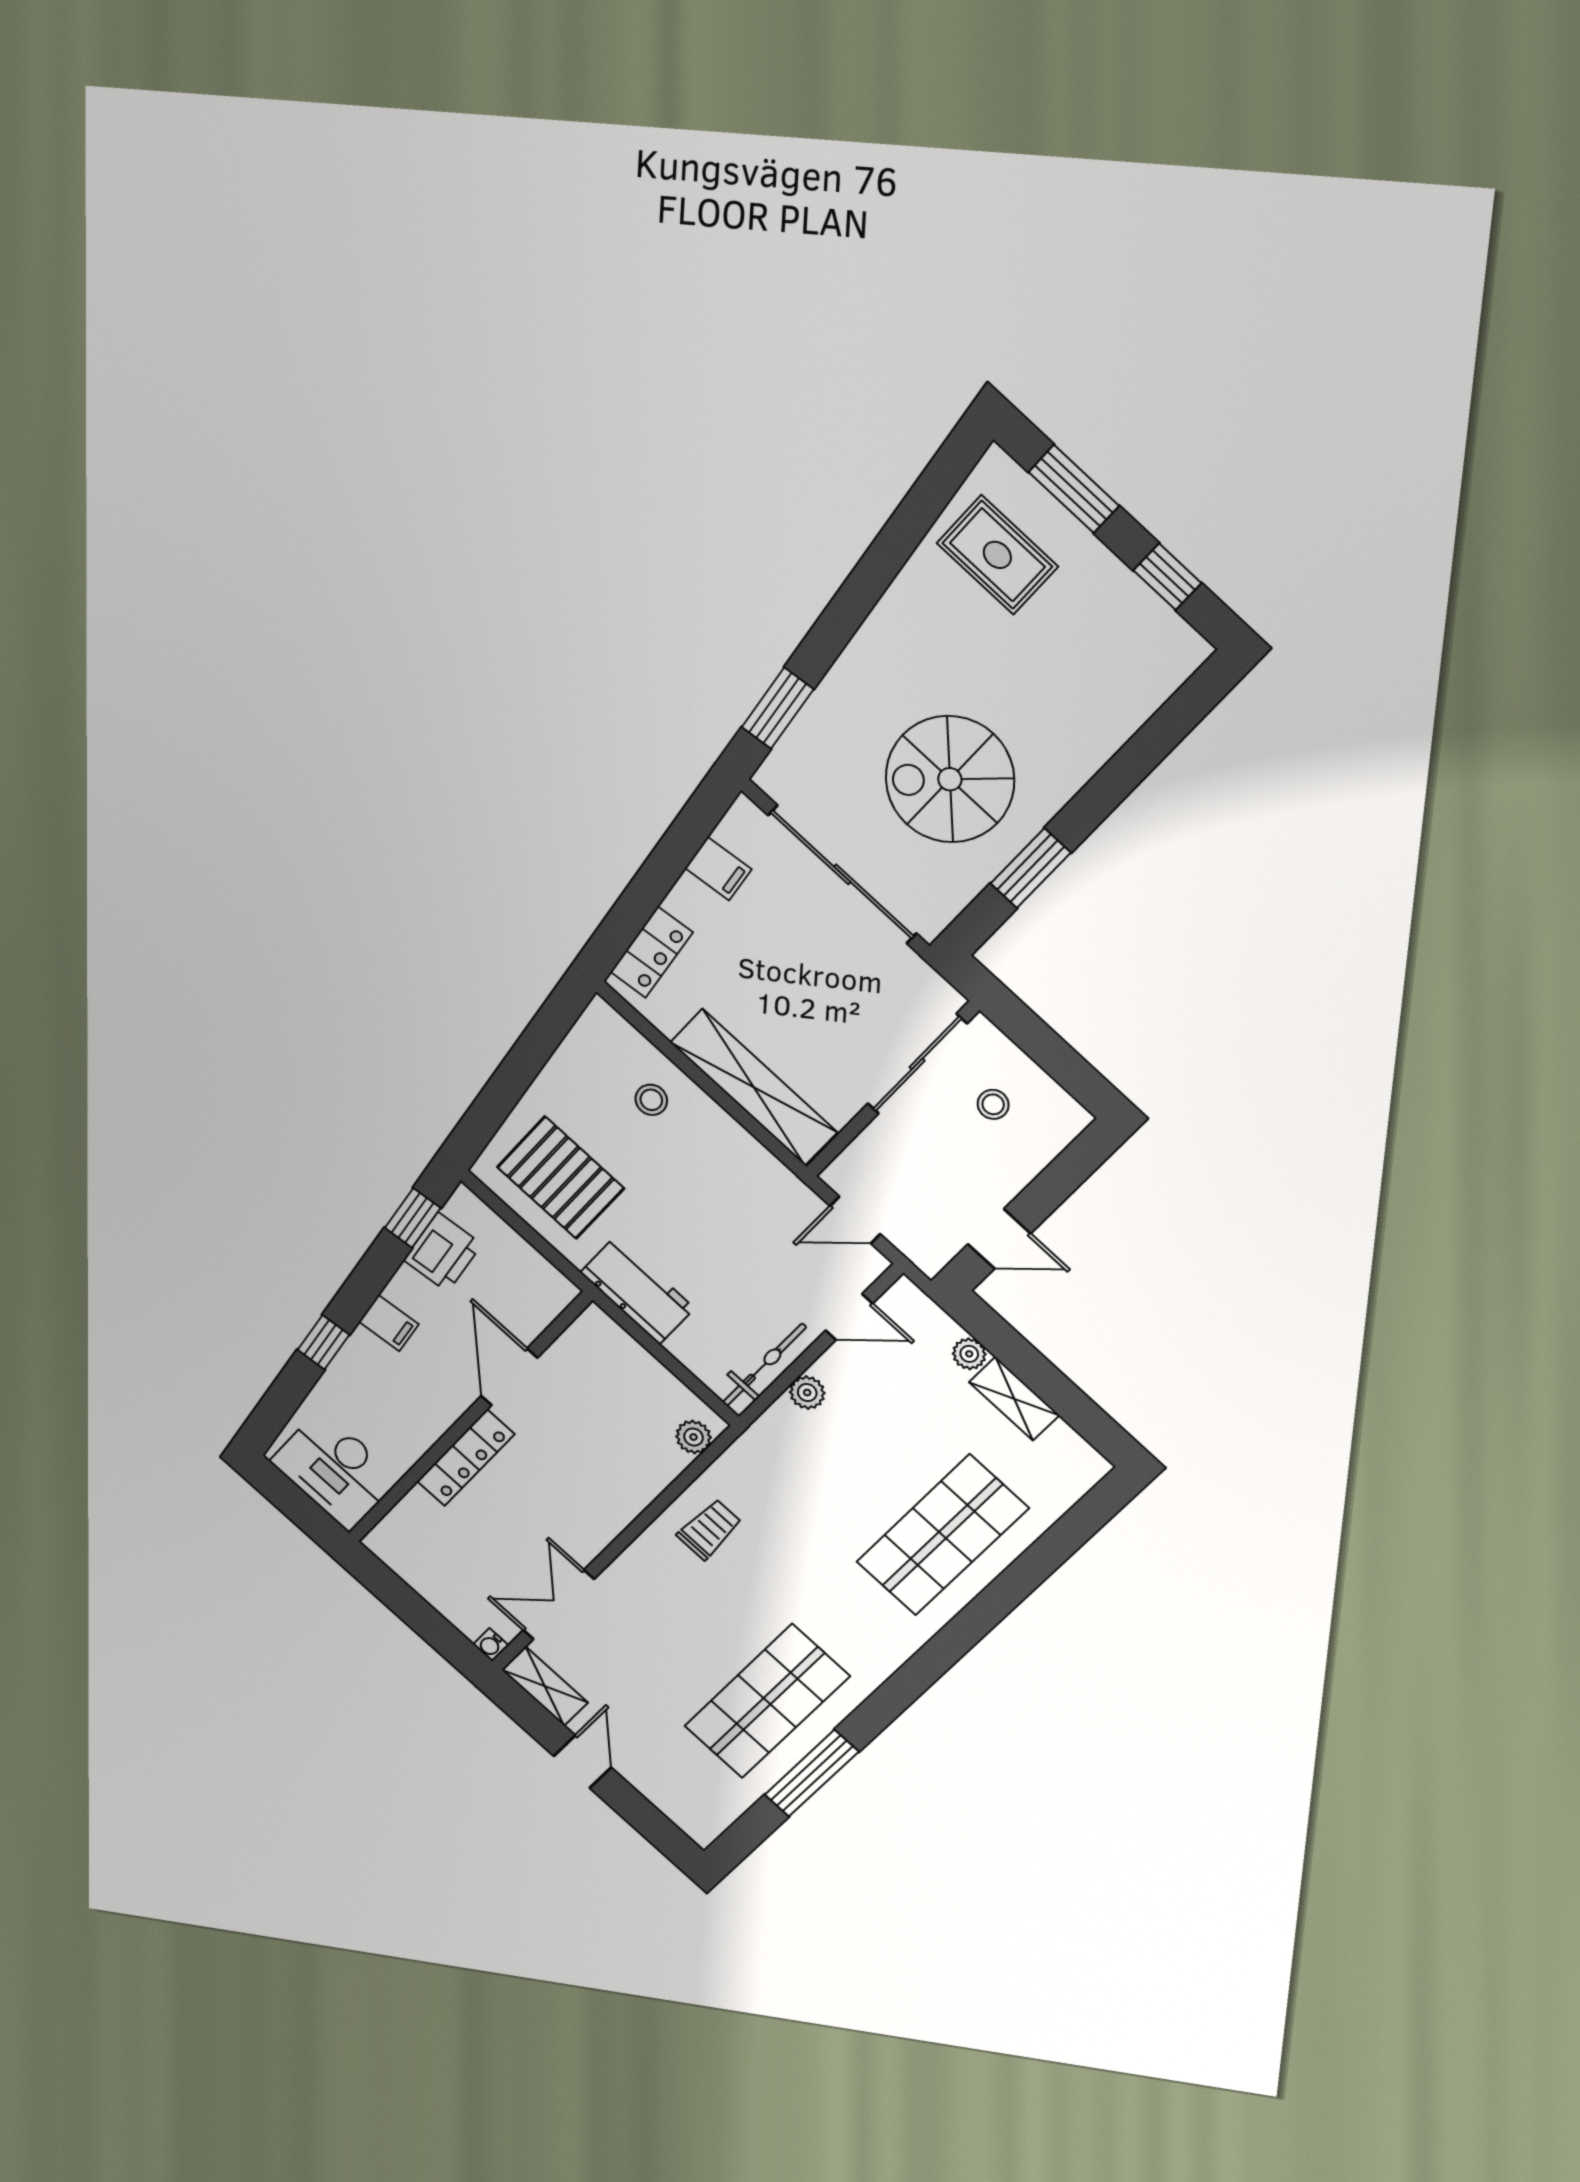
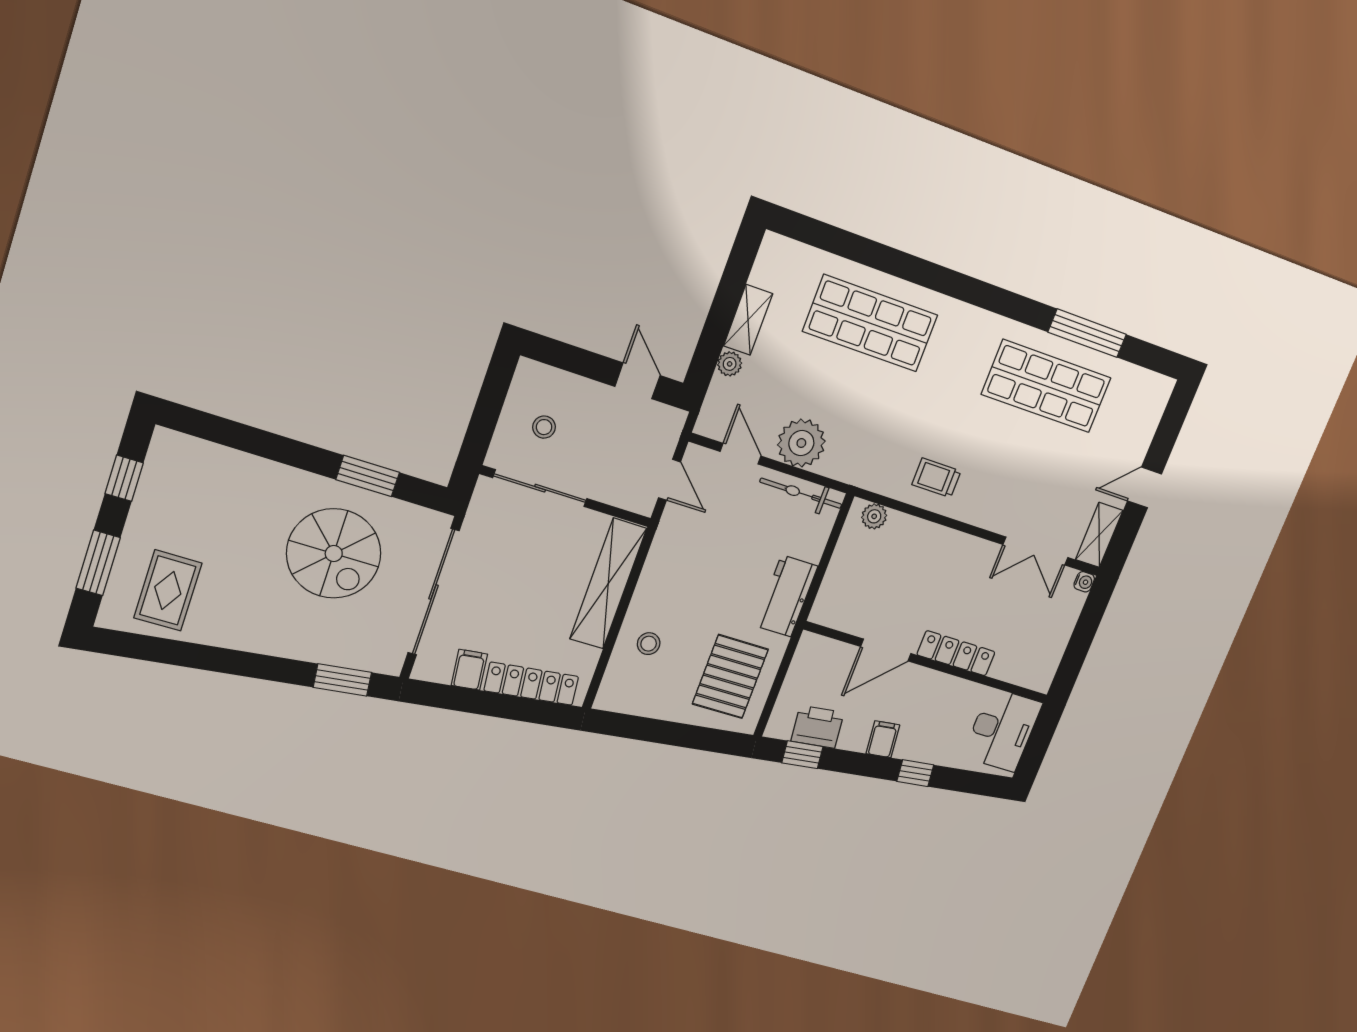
locker: (652, 952) -> (531, 684), width x1.53
plant: (807, 1393) -> (801, 443), width x1.88, depth x1.88

